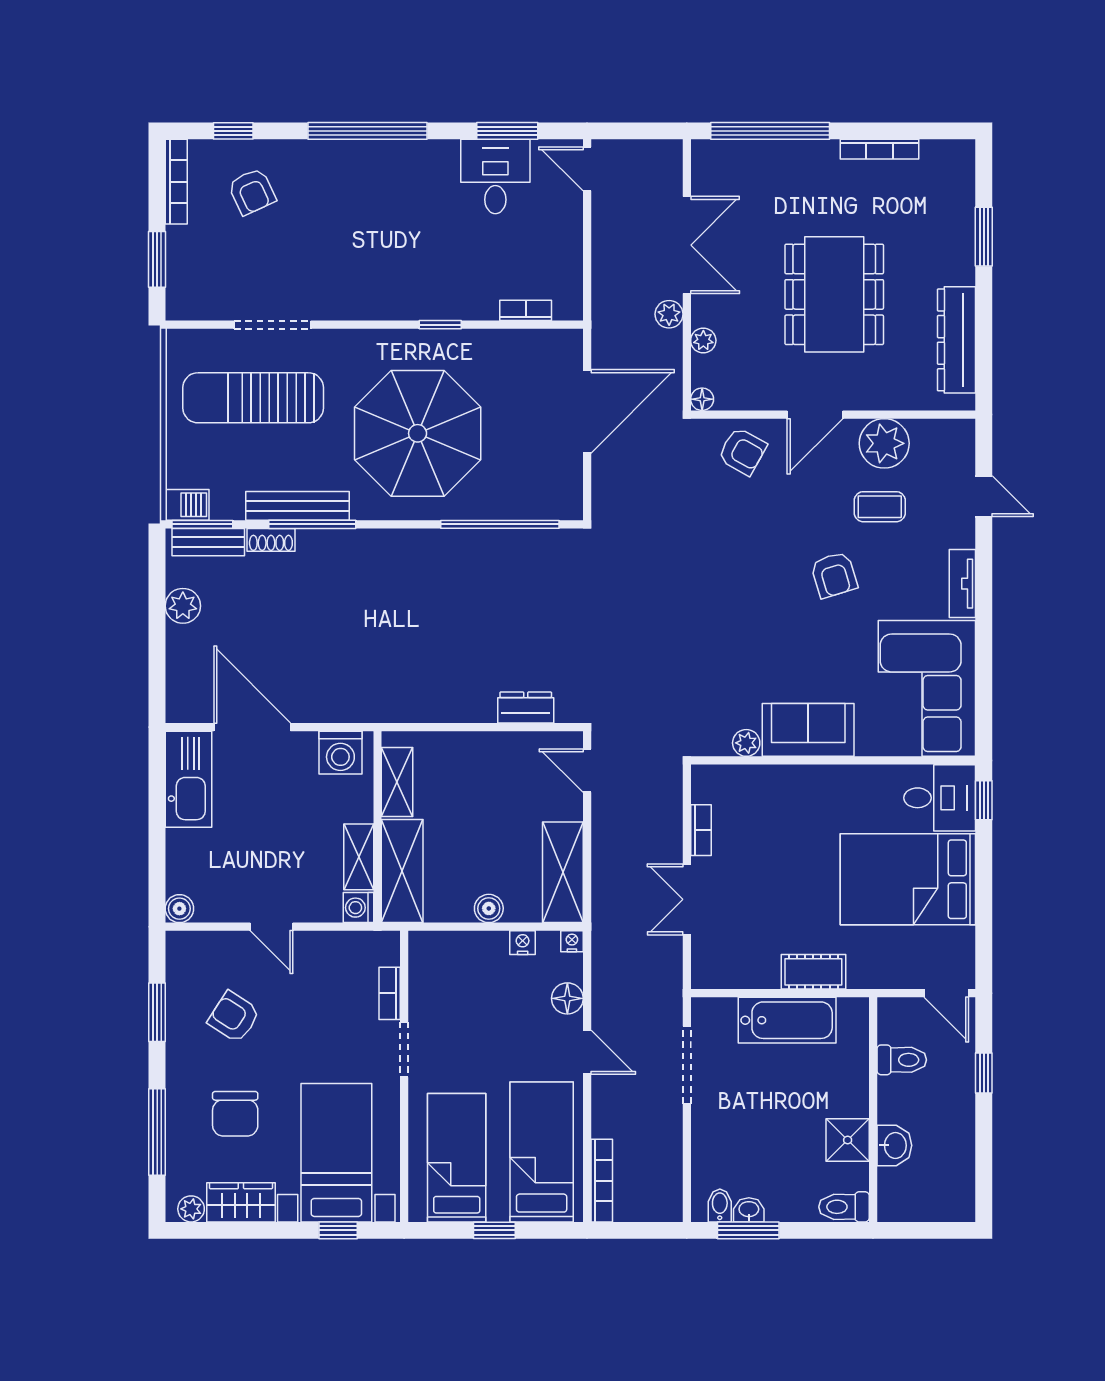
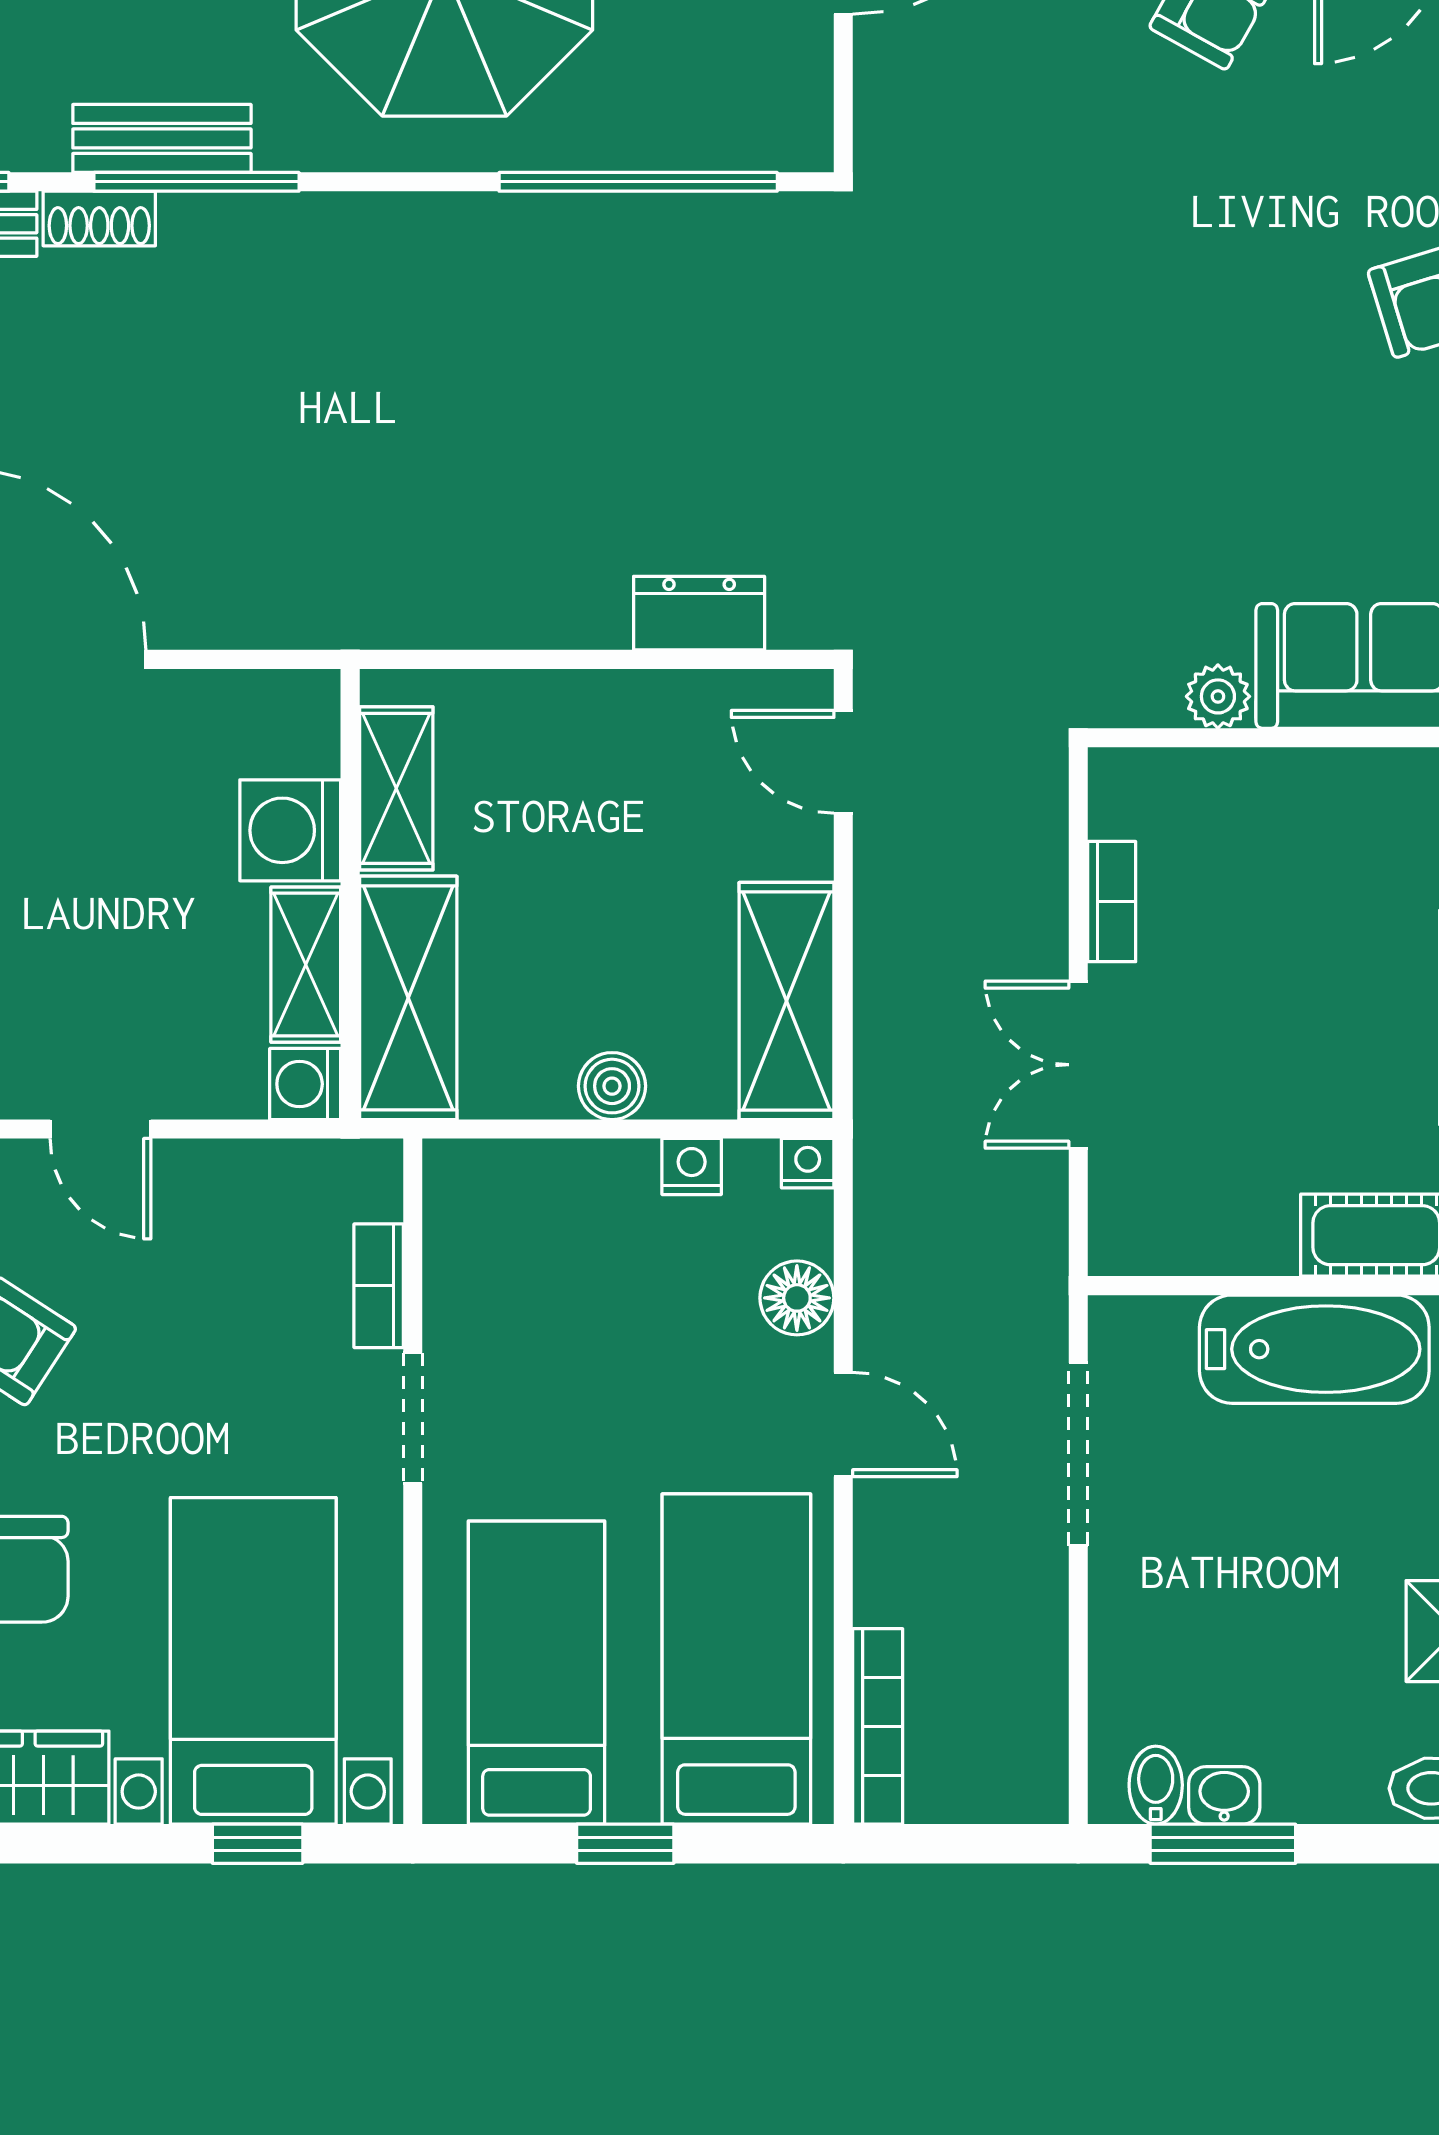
bench: (298, 506) -> (162, 138), width x0.73
washing machine: (340, 753) -> (290, 830), moved, turned 90

